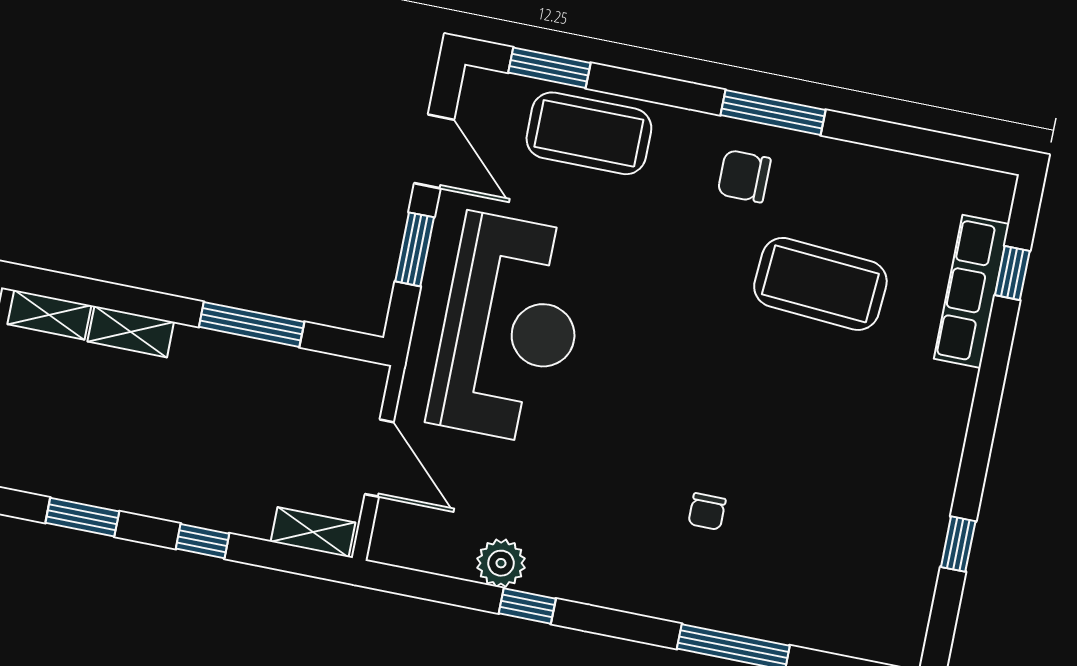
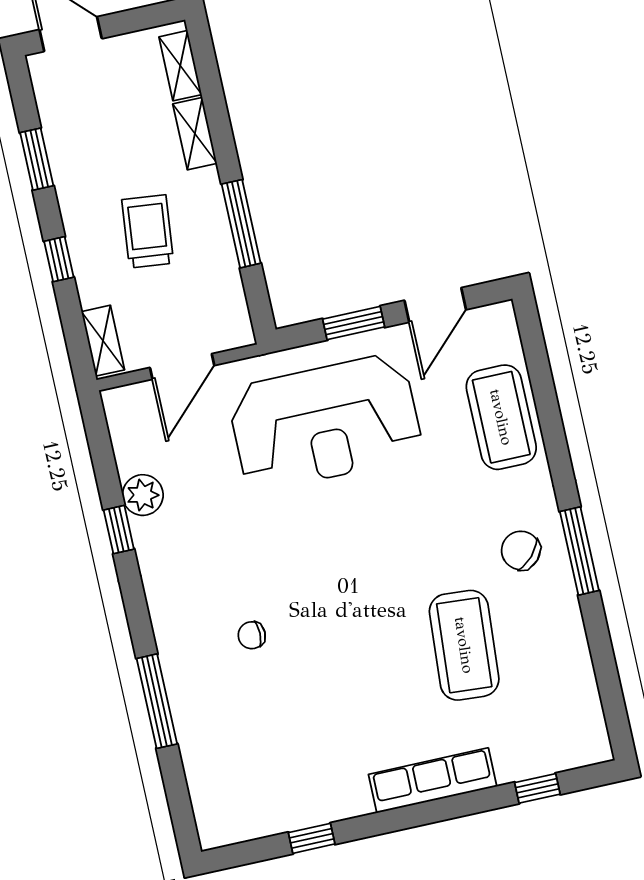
window: (549, 68) -> (538, 365), removed
chair: (744, 176) -> (521, 550), turned -47
row of seats: (972, 291) -> (433, 780), moved
trolley: (215, 430) -> (148, 231), added

